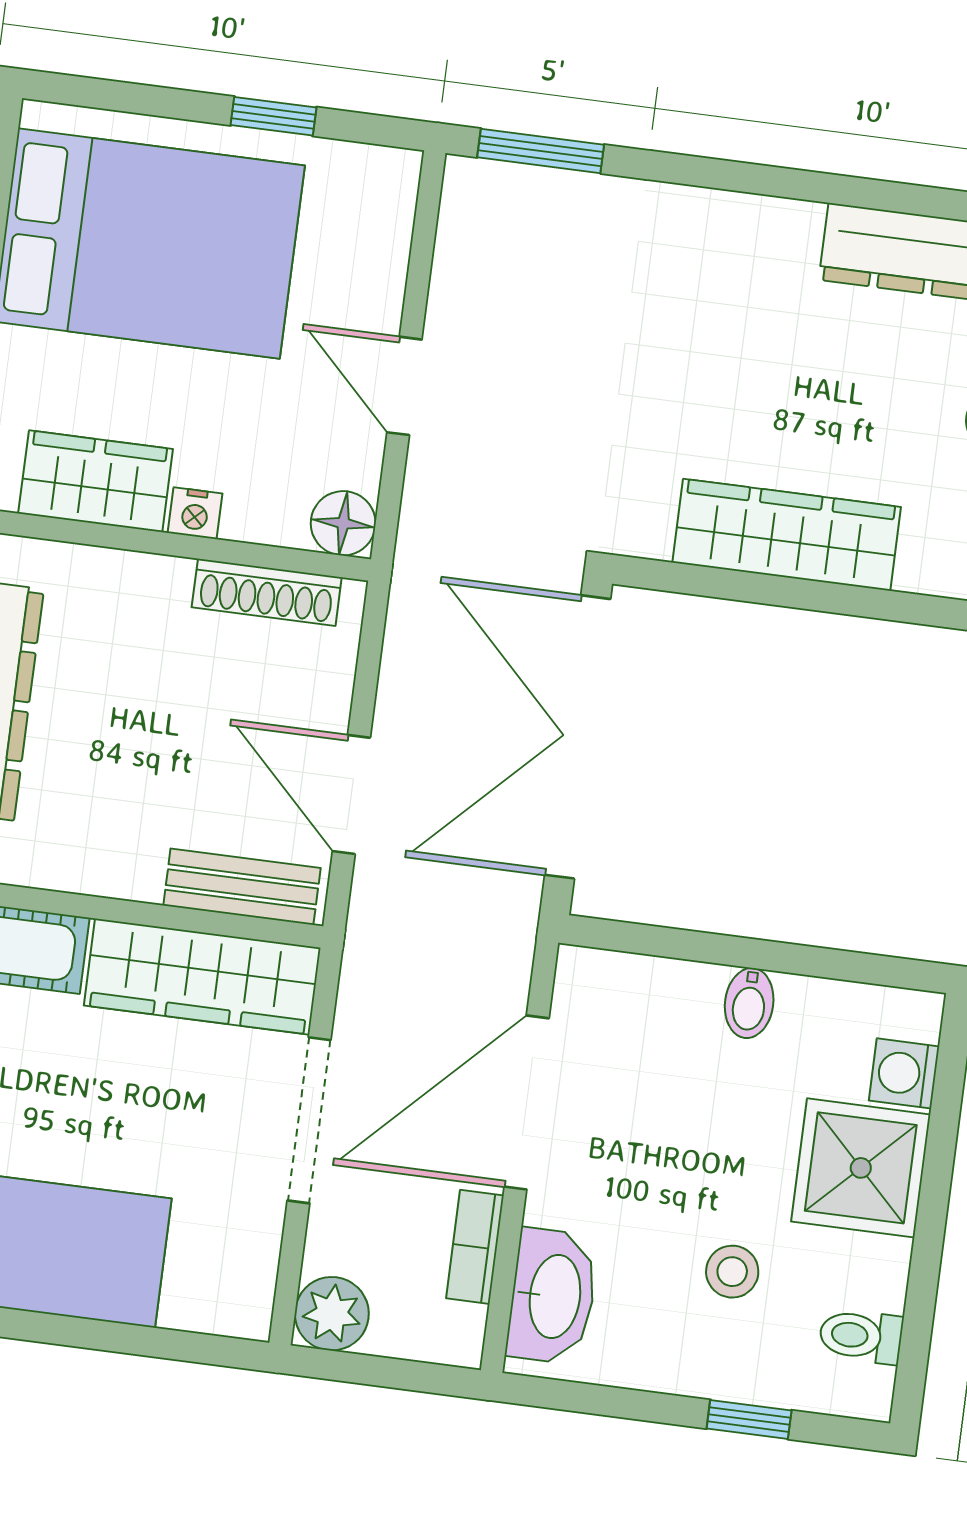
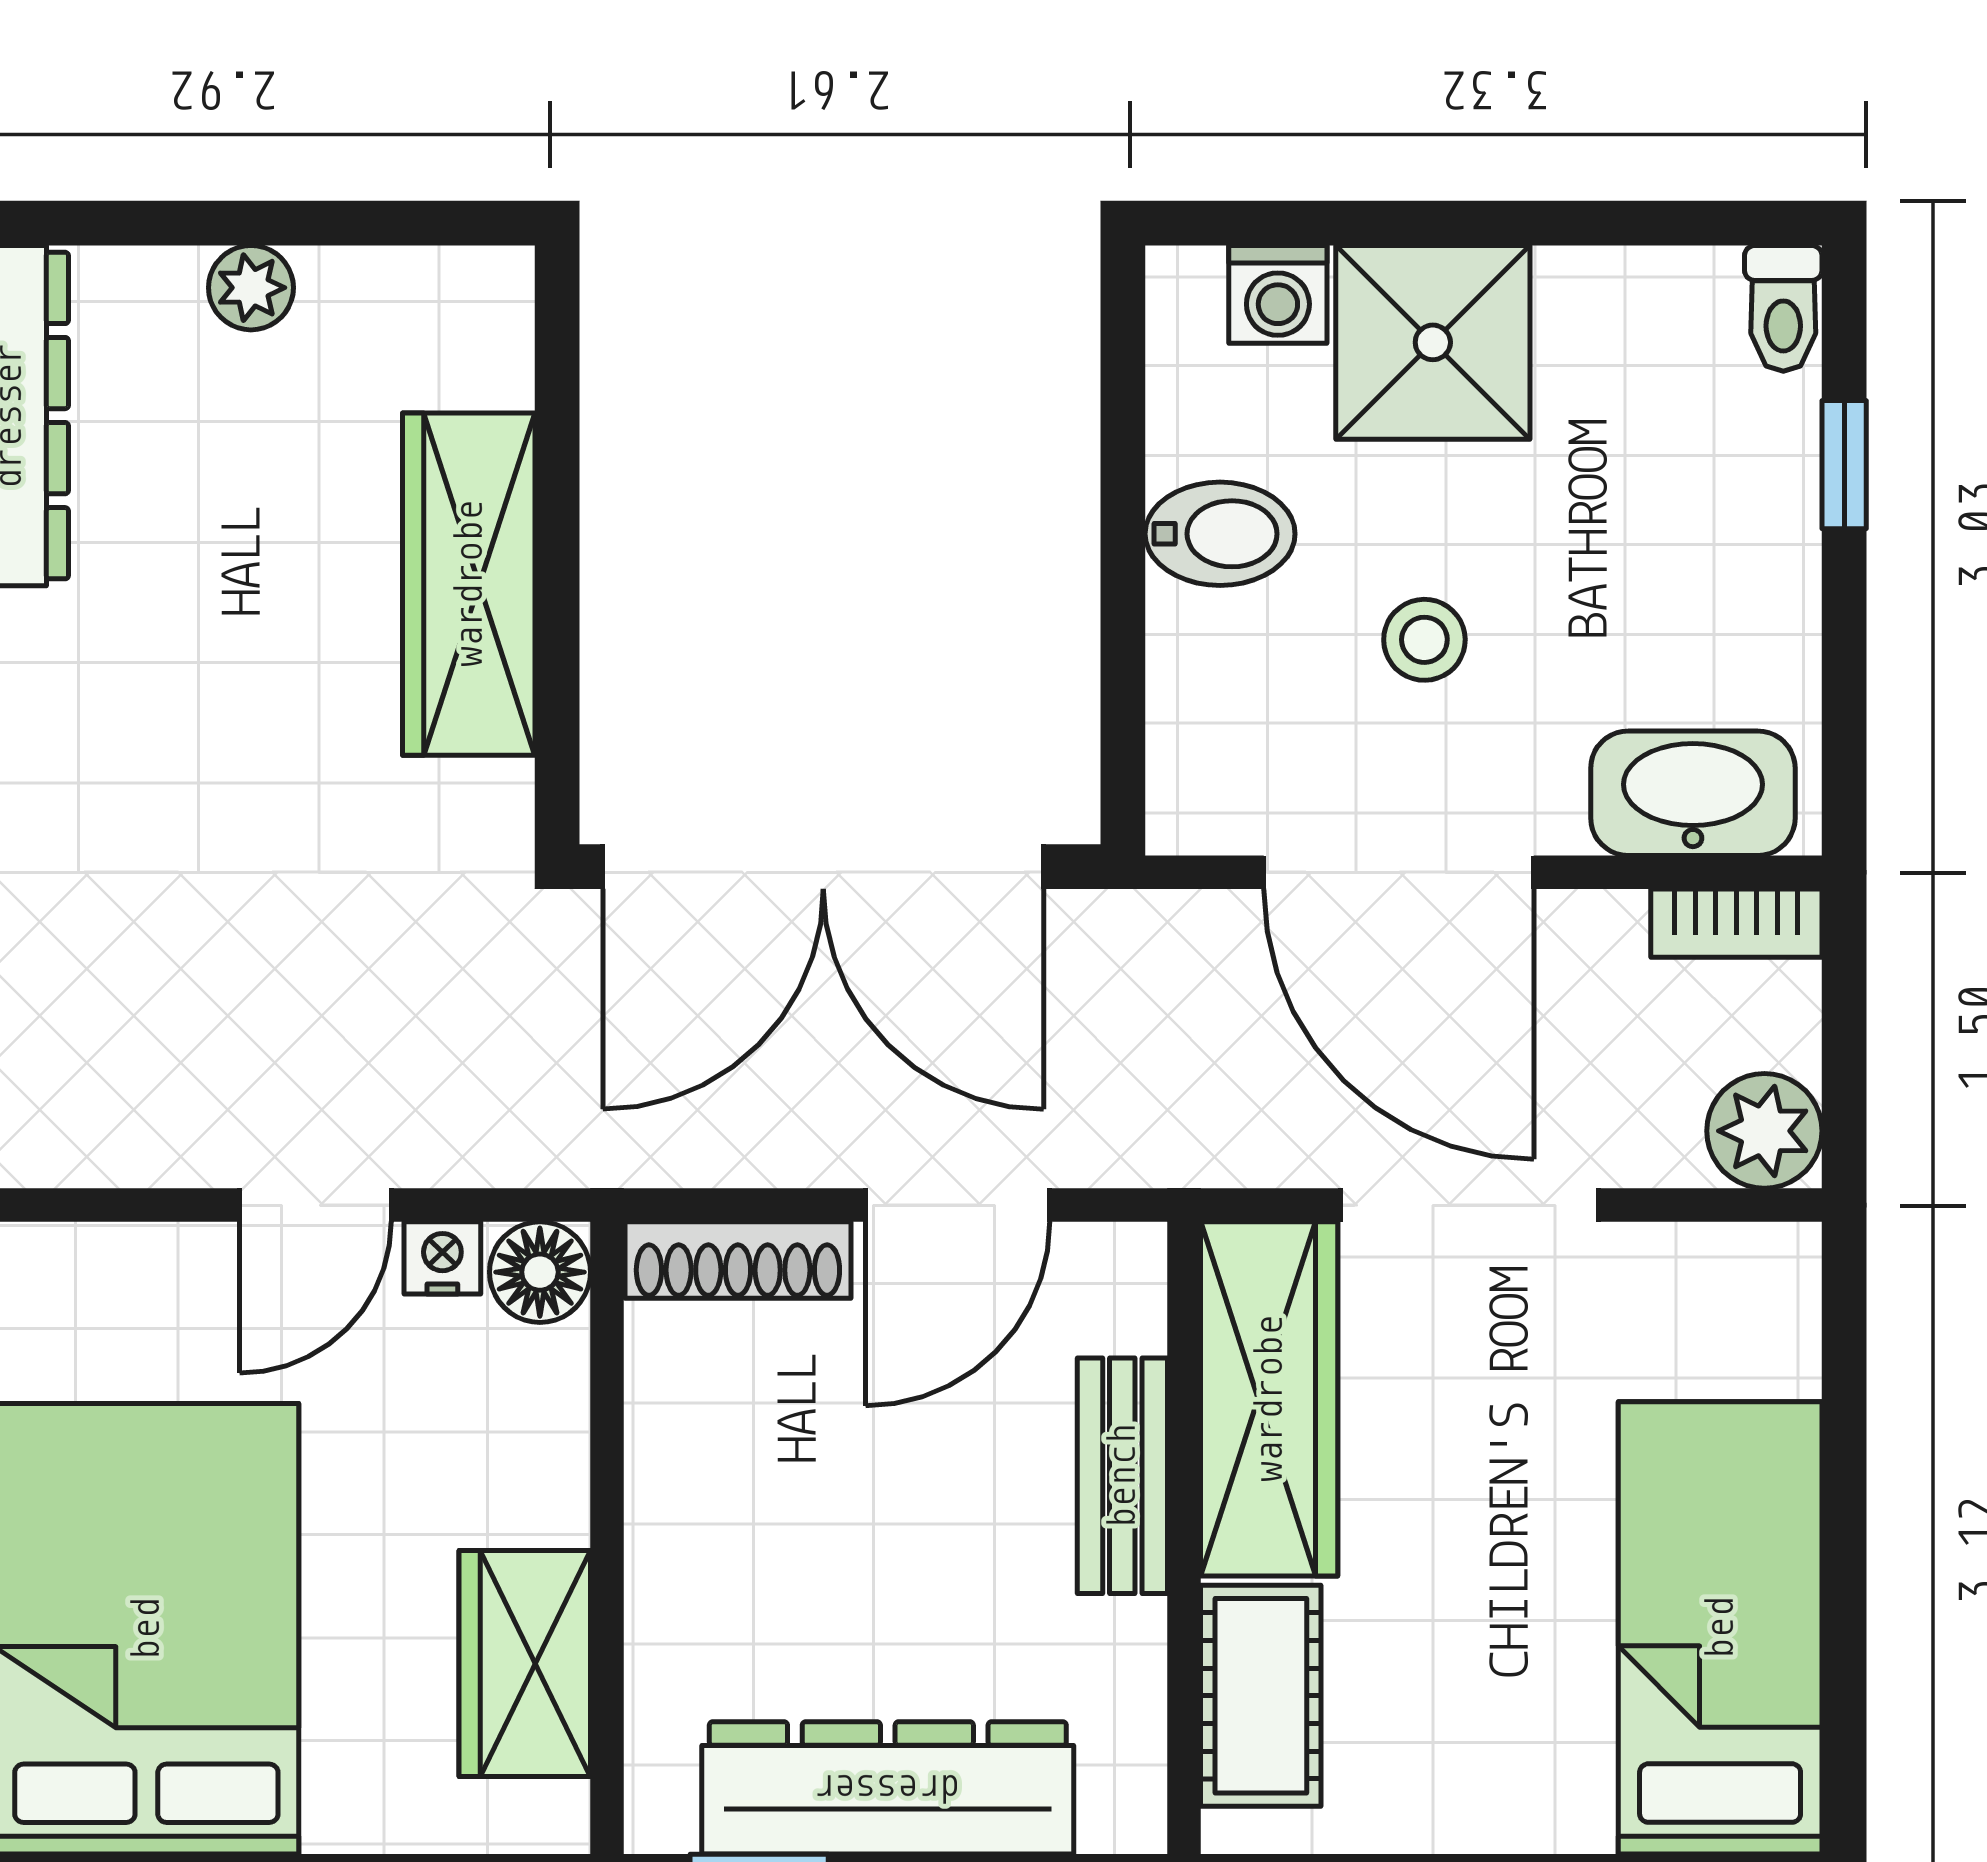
nightstand: (195, 513) -> (442, 1258), moved, turned -90
shoe rack: (267, 592) -> (738, 1260), moved, turned 90
bench: (242, 887) -> (1122, 1476), moved
bidet: (749, 1003) -> (1220, 534), width x1.38, depth x1.36
bookcase: (475, 1247) -> (1736, 923), moved
stool: (732, 1272) -> (1424, 640), moved
toilet: (861, 1336) -> (1783, 308), moved

